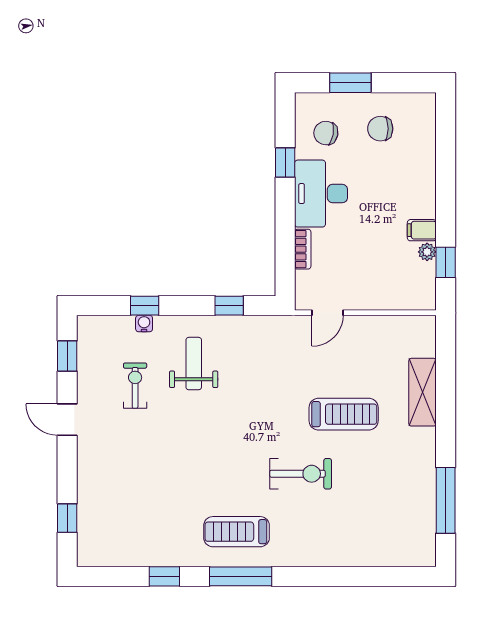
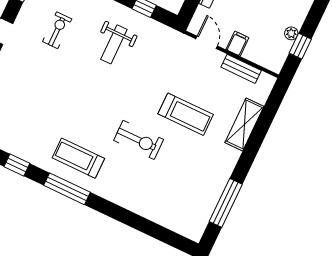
filing cabinet: (422, 230) -> (237, 44), moved, turned 90
door: (328, 313) -> (207, 42), swing flipped
bench: (386, 325) -> (241, 69), added
weight bench: (194, 364) -> (114, 44), moved, turned 180

